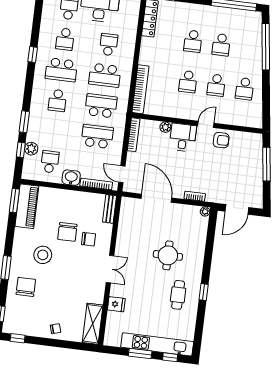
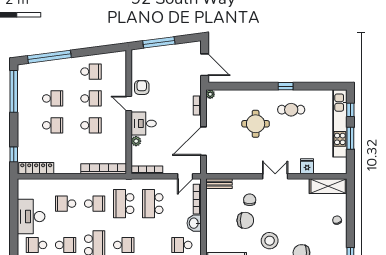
school desk: (105, 75) -> (95, 204), width x0.54

